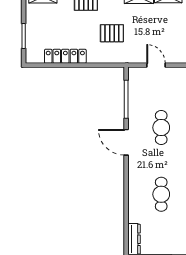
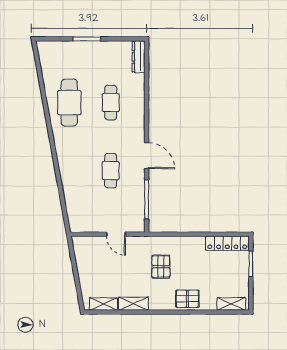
pallet: (112, 33) -> (161, 267), turned 90
locker: (65, 56) -> (227, 243), moved

